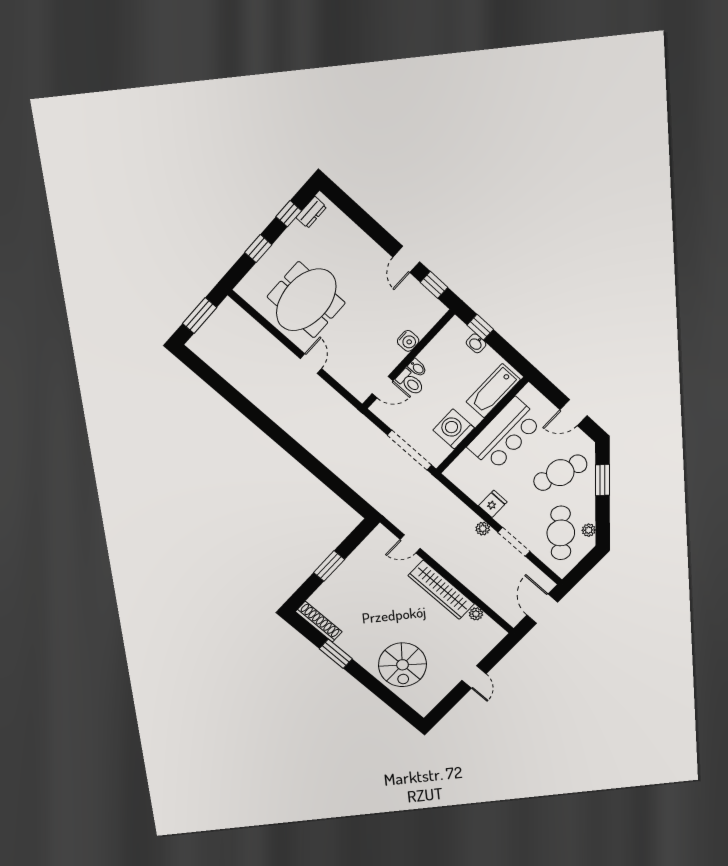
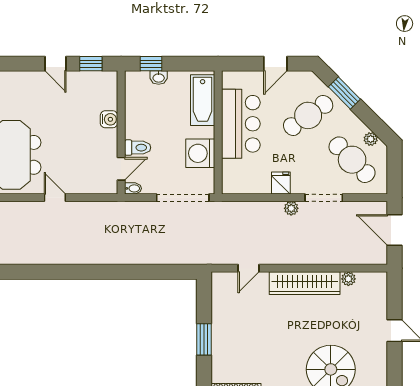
bidet: (417, 368) -> (133, 188), moved
cafe table: (560, 473) -> (308, 115), turned 35

